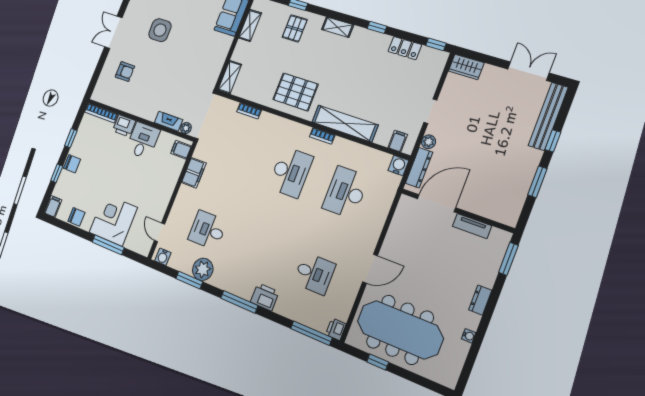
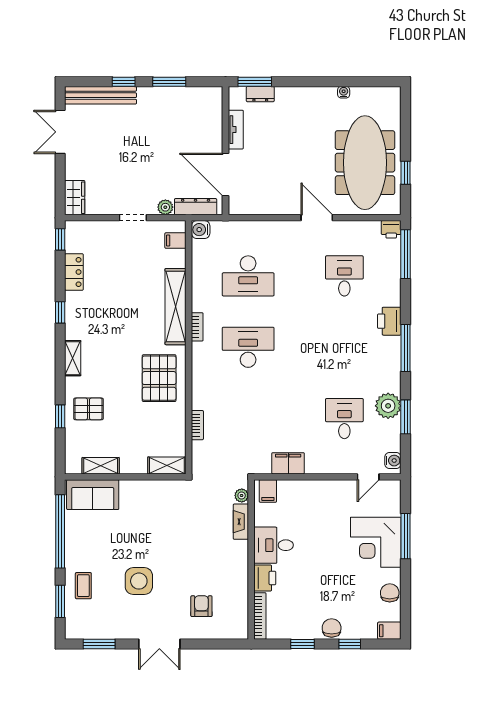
desk: (208, 230) -> (344, 419), turned 180
dresser: (480, 300) -> (260, 94), moved

